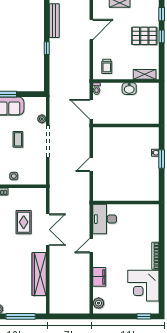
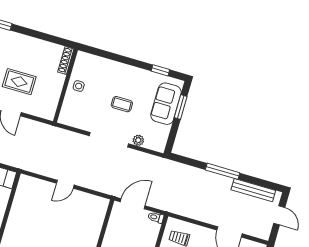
window: (47, 48) -> (223, 171), width x2.17
door: (91, 165) -> (65, 184), swing flipped

